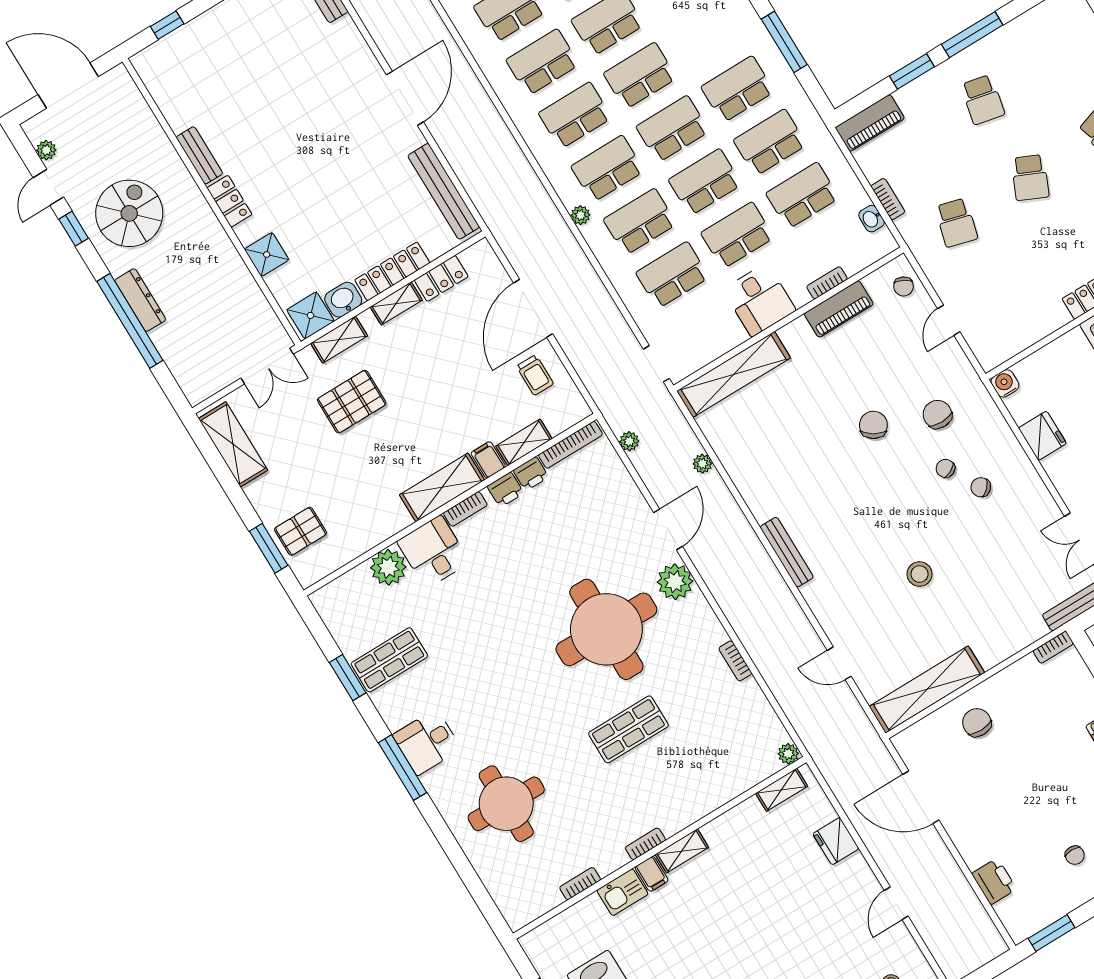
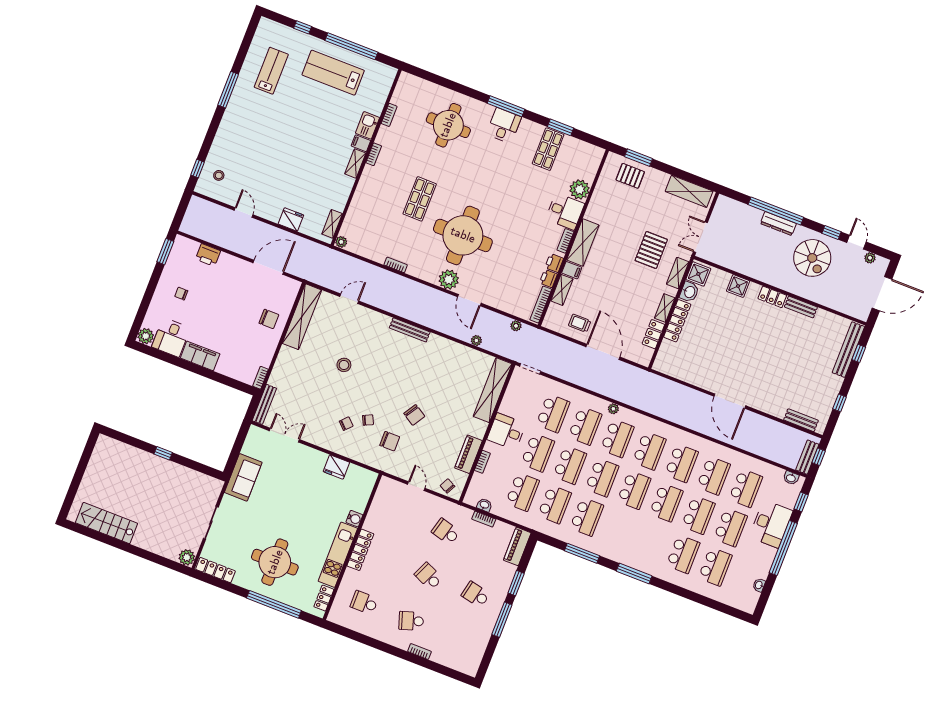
bench: (444, 191) -> (848, 350), moved, turned 90
water cooler: (1005, 383) -> (354, 519), moved
pallet: (301, 531) -> (630, 176), turned 90

